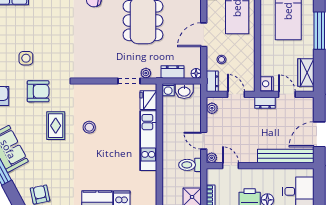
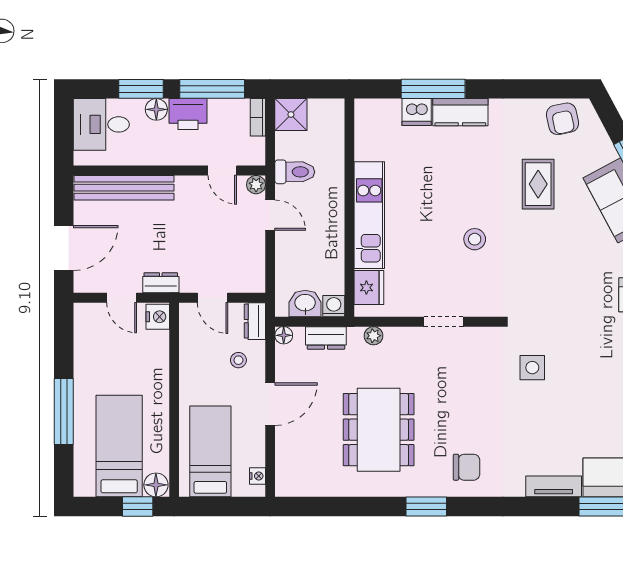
side table: (26, 58) -> (532, 368), moved
wardrobe: (306, 73) -> (88, 337), removed
doorway: (129, 81) -> (443, 322), moved
armchair: (38, 91) -> (566, 303), removed
plant: (212, 108) -> (255, 273), removed
rug: (56, 126) -> (538, 184), moved
door: (319, 134) -> (64, 248), moved

